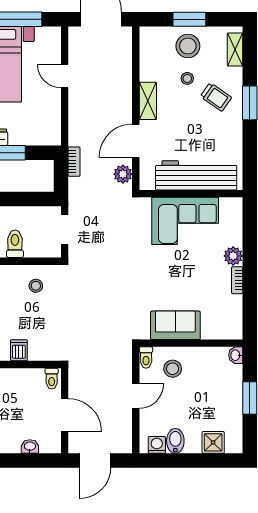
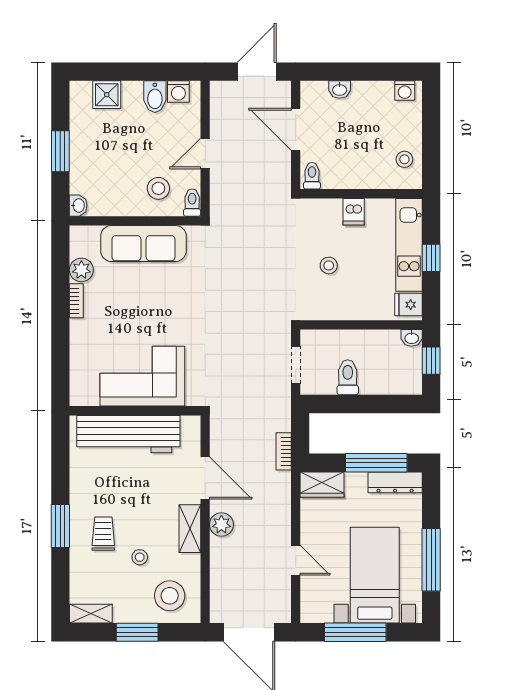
stool: (188, 46) -> (170, 596), moved
shelving: (235, 49) -> (91, 614), moved, turned 90
trolley: (216, 97) -> (103, 534), turned 55
wardrobe: (44, 136) -> (322, 485), added
door: (136, 141) -> (205, 478), hinge flipped
plant: (123, 174) -> (221, 525), moved
toilet: (15, 244) -> (348, 377), moved, turned 180
plant: (233, 256) -> (81, 270), moved
stool: (36, 286) -> (329, 265), moved
sofa: (175, 325) -> (143, 244), width x1.36

